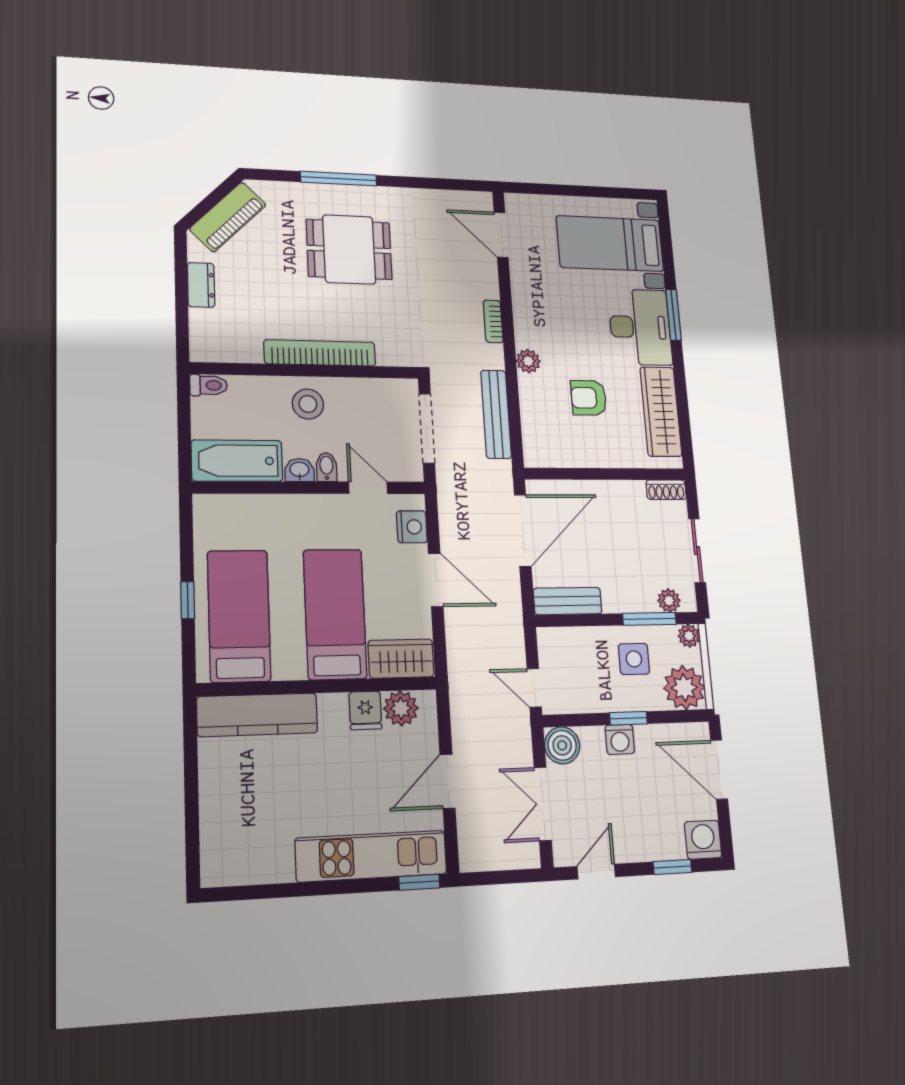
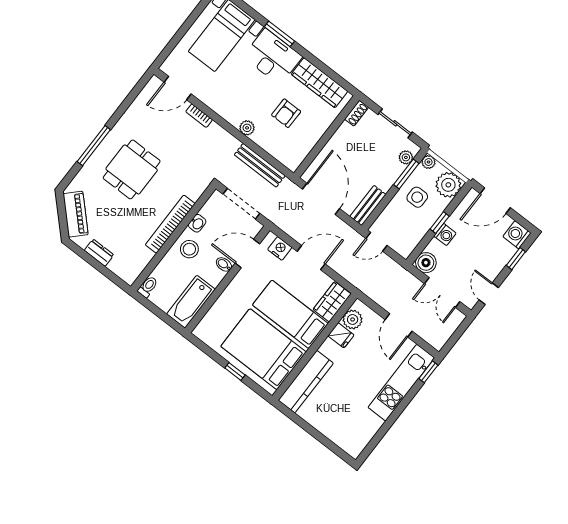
bookcase: (493, 321) -> (199, 116), moved
washbasin: (299, 470) -> (197, 223), moved, turned 180
door: (368, 488) -> (247, 254), width x1.38
bed: (239, 616) -> (263, 349), width x1.50
door: (534, 688) -> (377, 242), moved

